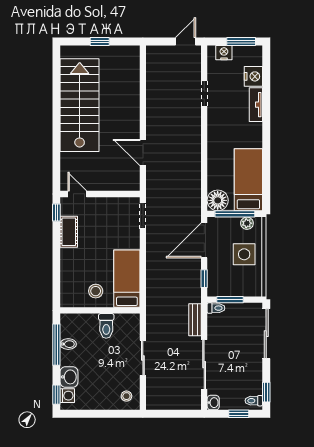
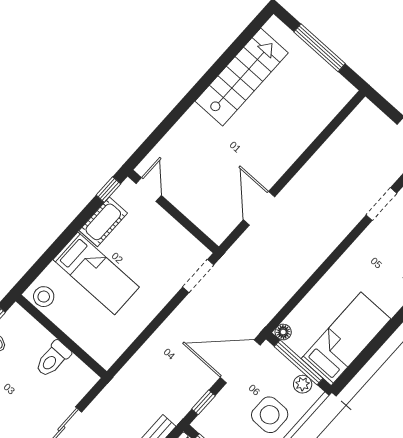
window: (100, 42) -> (320, 48), width x2.17
stairs: (80, 105) -> (242, 77), width x0.73, depth x0.66
floor lamp: (218, 200) -> (283, 332), width x0.53, depth x0.53
bed: (127, 279) -> (96, 273), moved, turned 90
stool: (96, 291) -> (44, 297), moved

